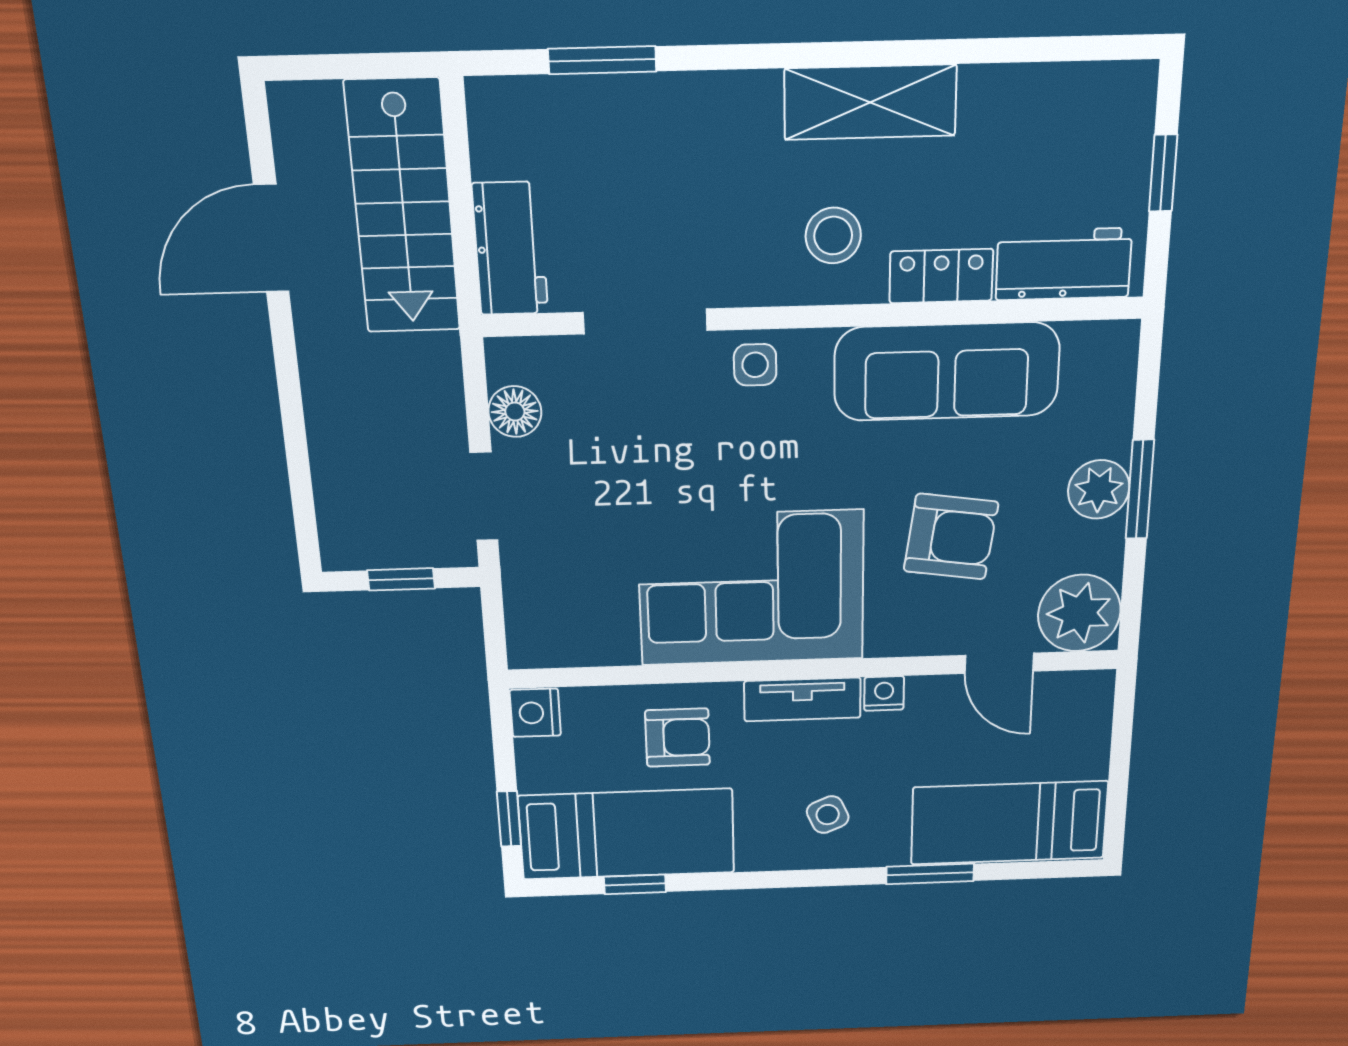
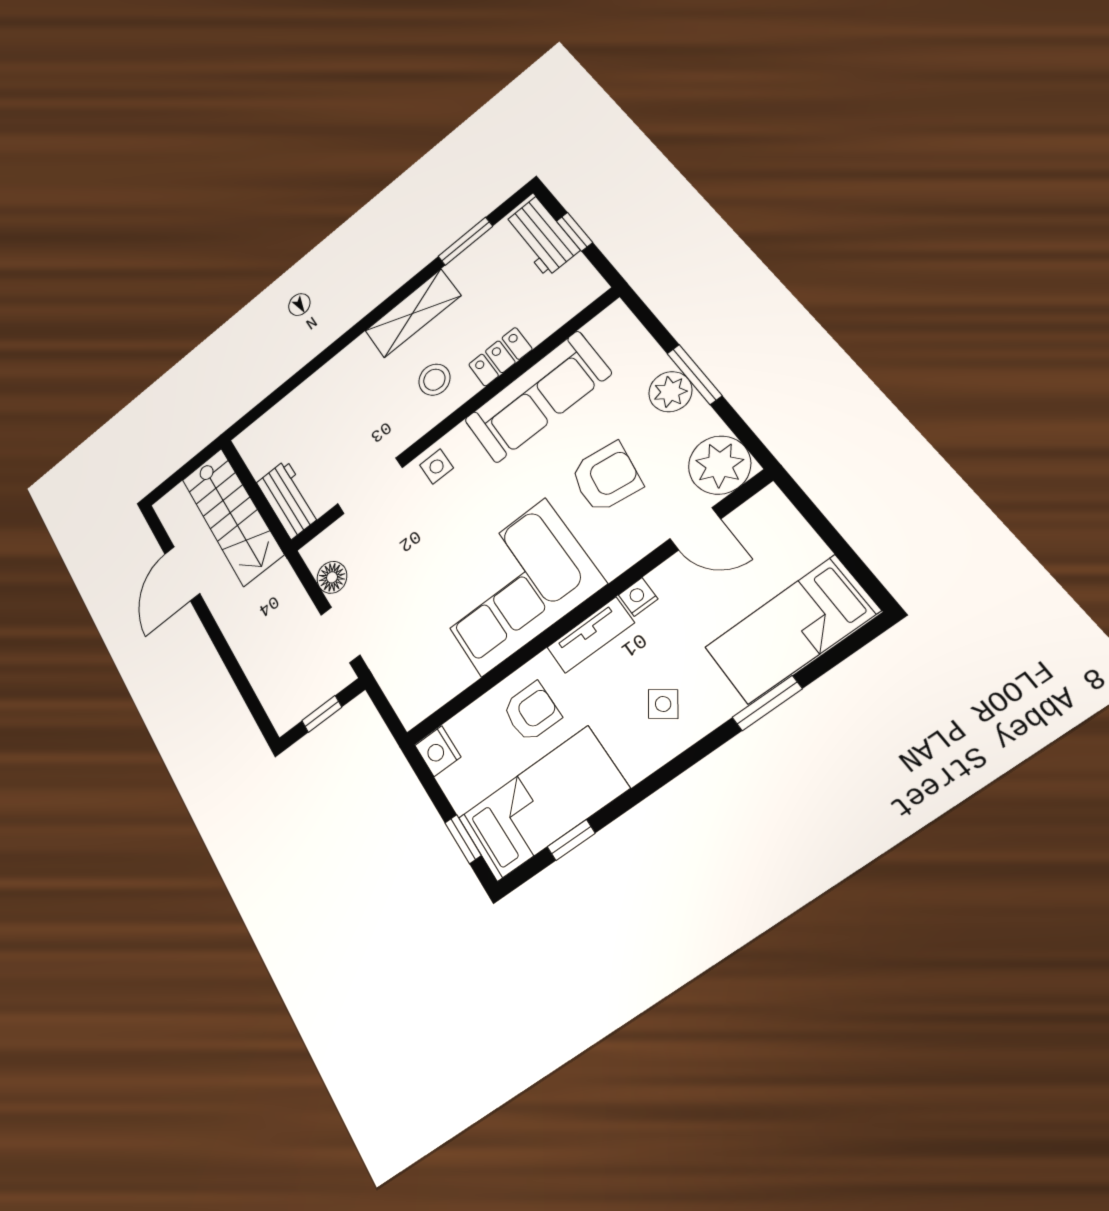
window: (602, 60) -> (465, 241), moved
workbench: (1064, 264) -> (541, 237), moved, turned -90
side table: (828, 815) -> (663, 704), turned -30

